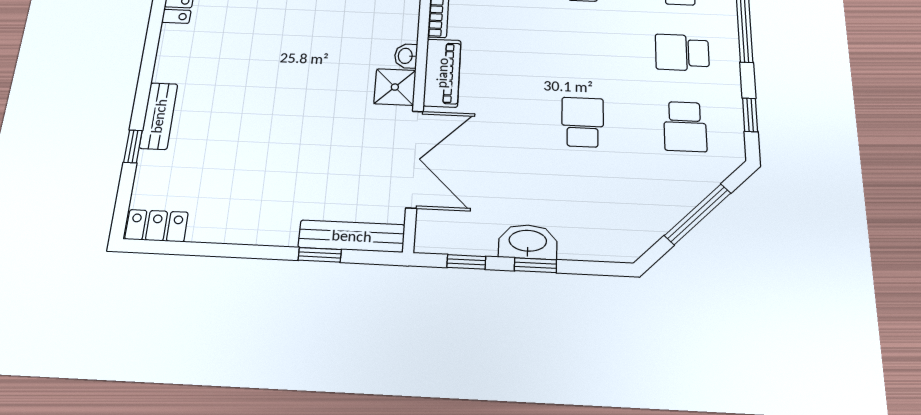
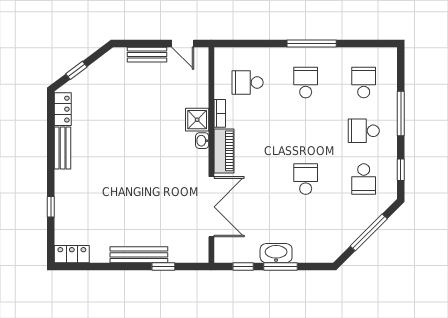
shower: (395, 87) -> (197, 120), moved
bench: (159, 116) -> (63, 148), moved
bench: (352, 236) -> (139, 255), moved
window: (535, 265) -> (280, 266), width x1.50

